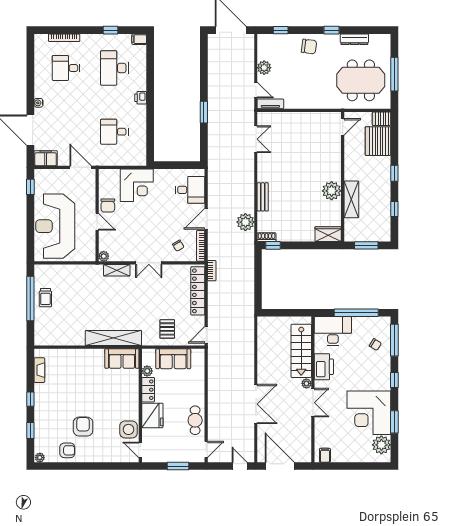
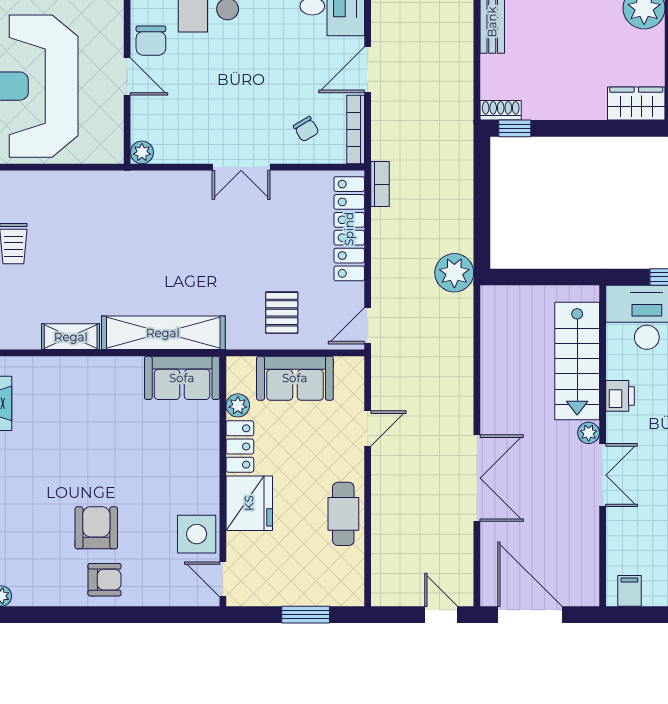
plant: (245, 222) -> (454, 273), moved
shelving: (117, 270) -> (71, 337), moved
printer: (324, 367) -> (620, 396), width x0.53, depth x0.68
door: (206, 449) -> (368, 429), moved
armchair: (67, 450) -> (105, 580), moved

